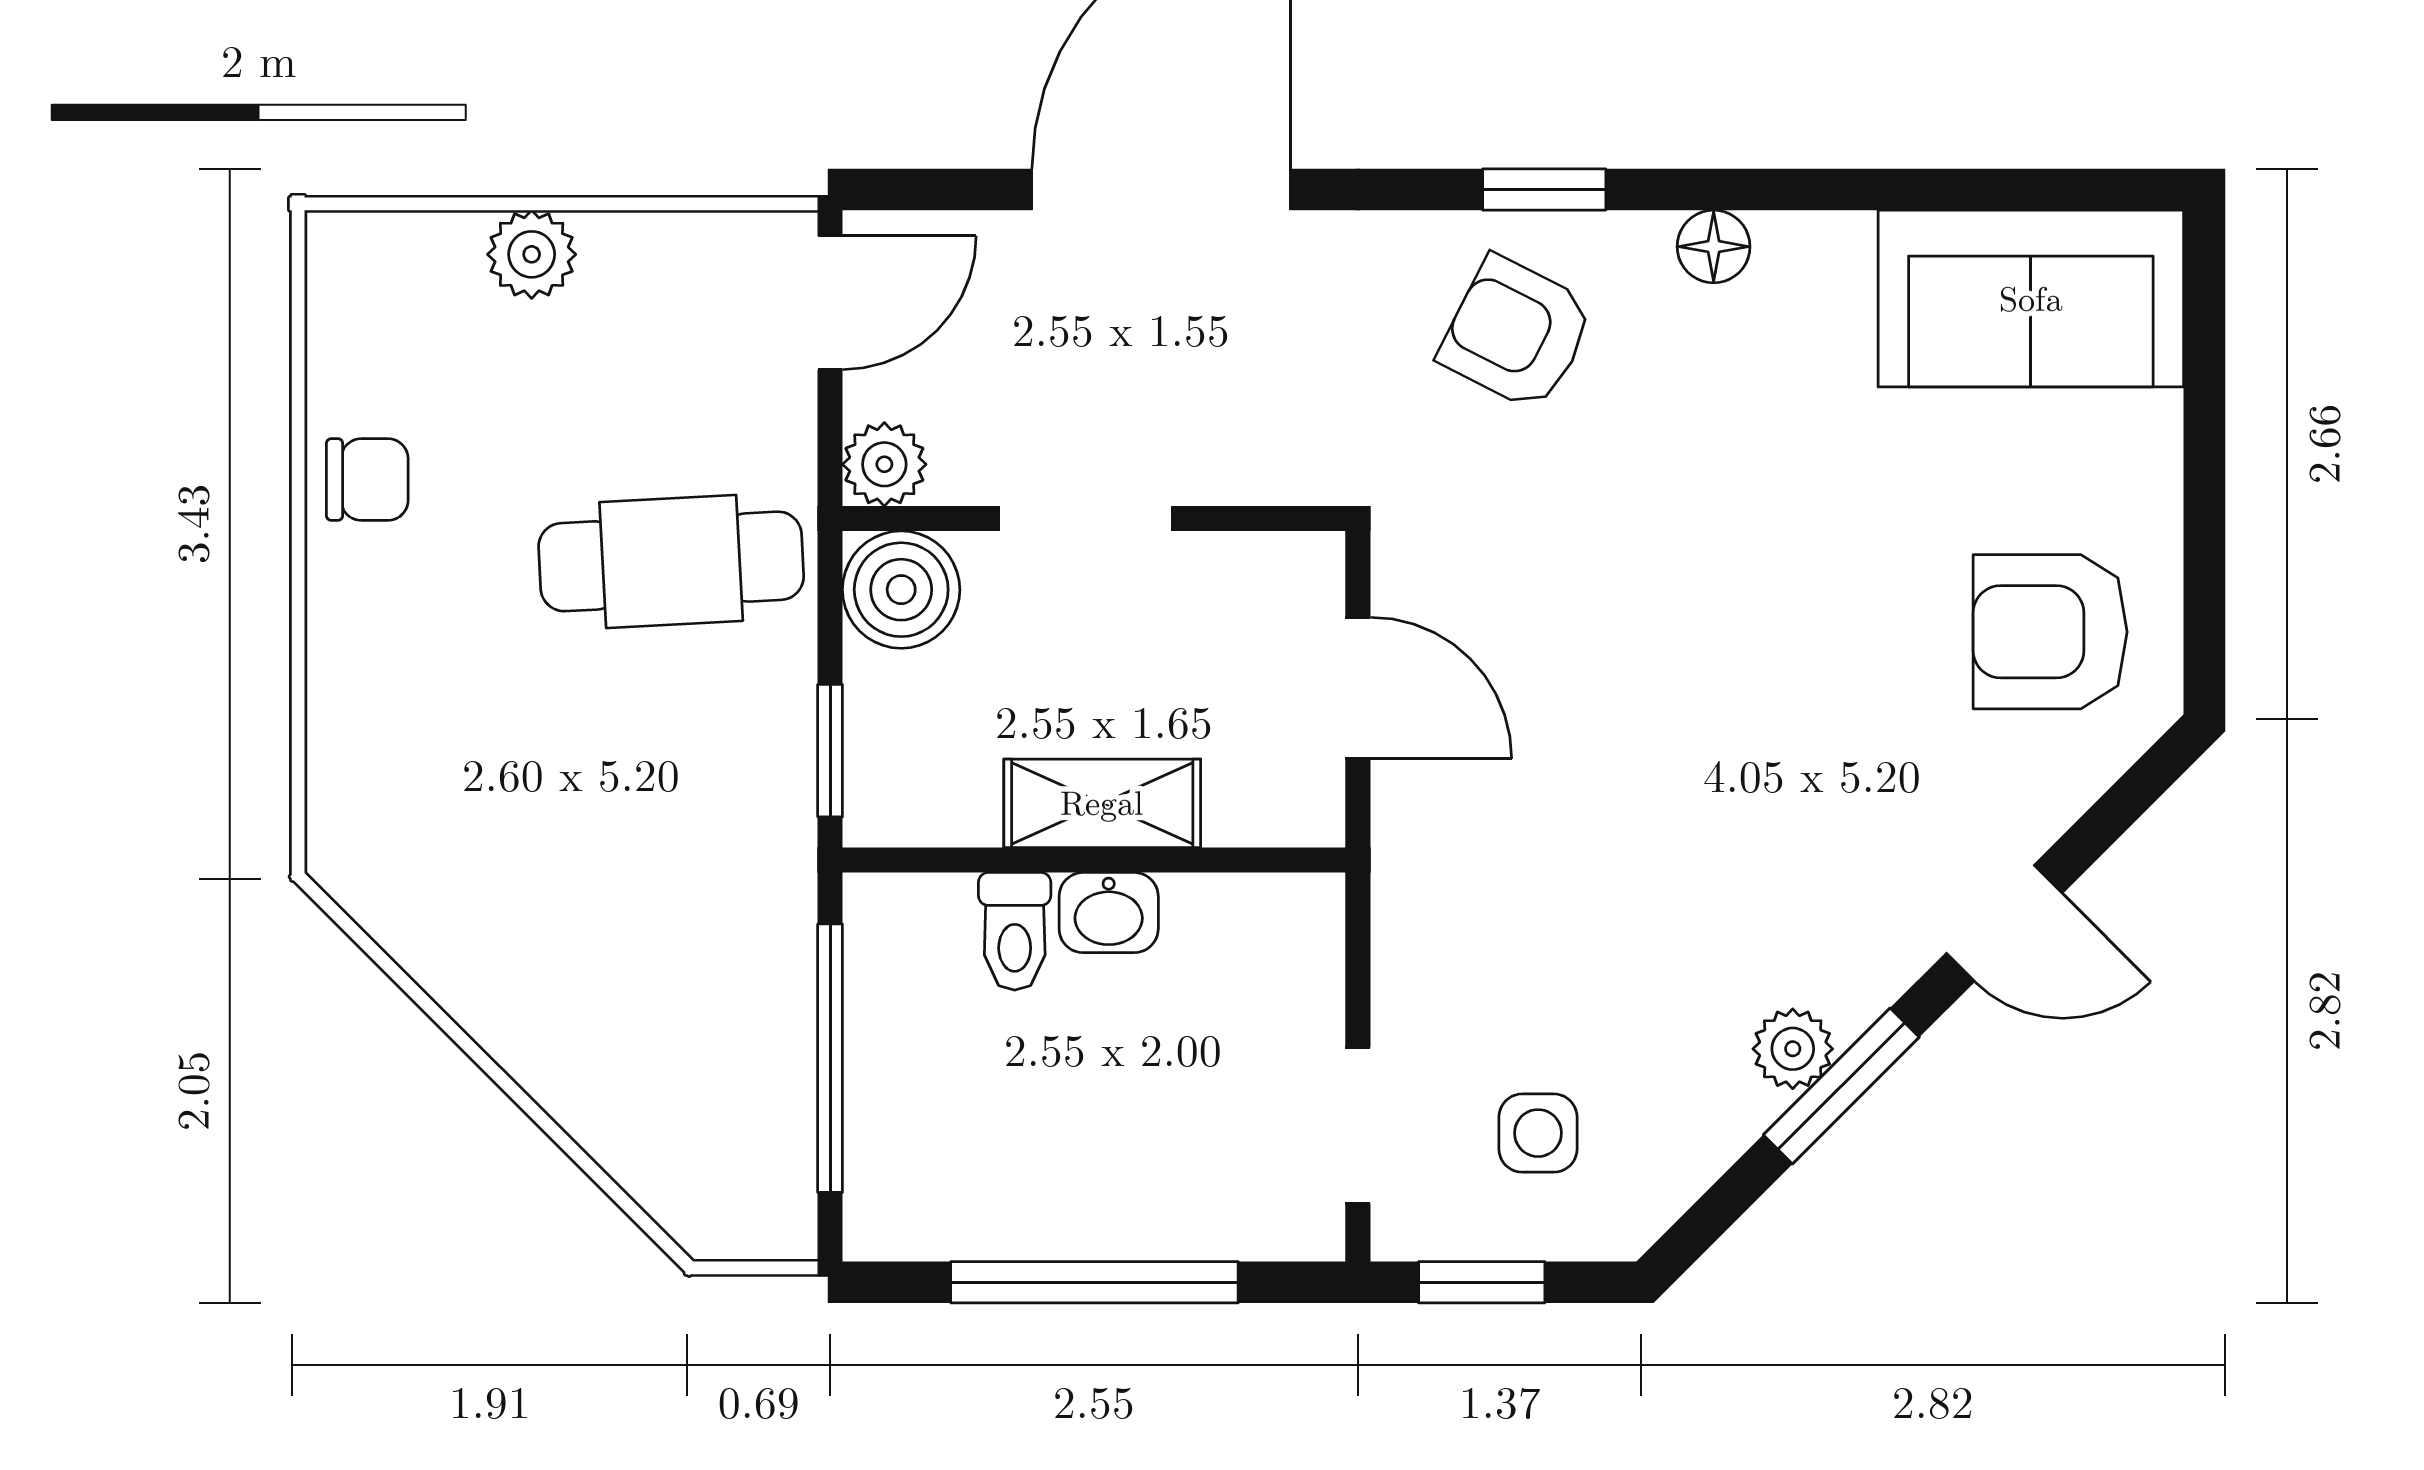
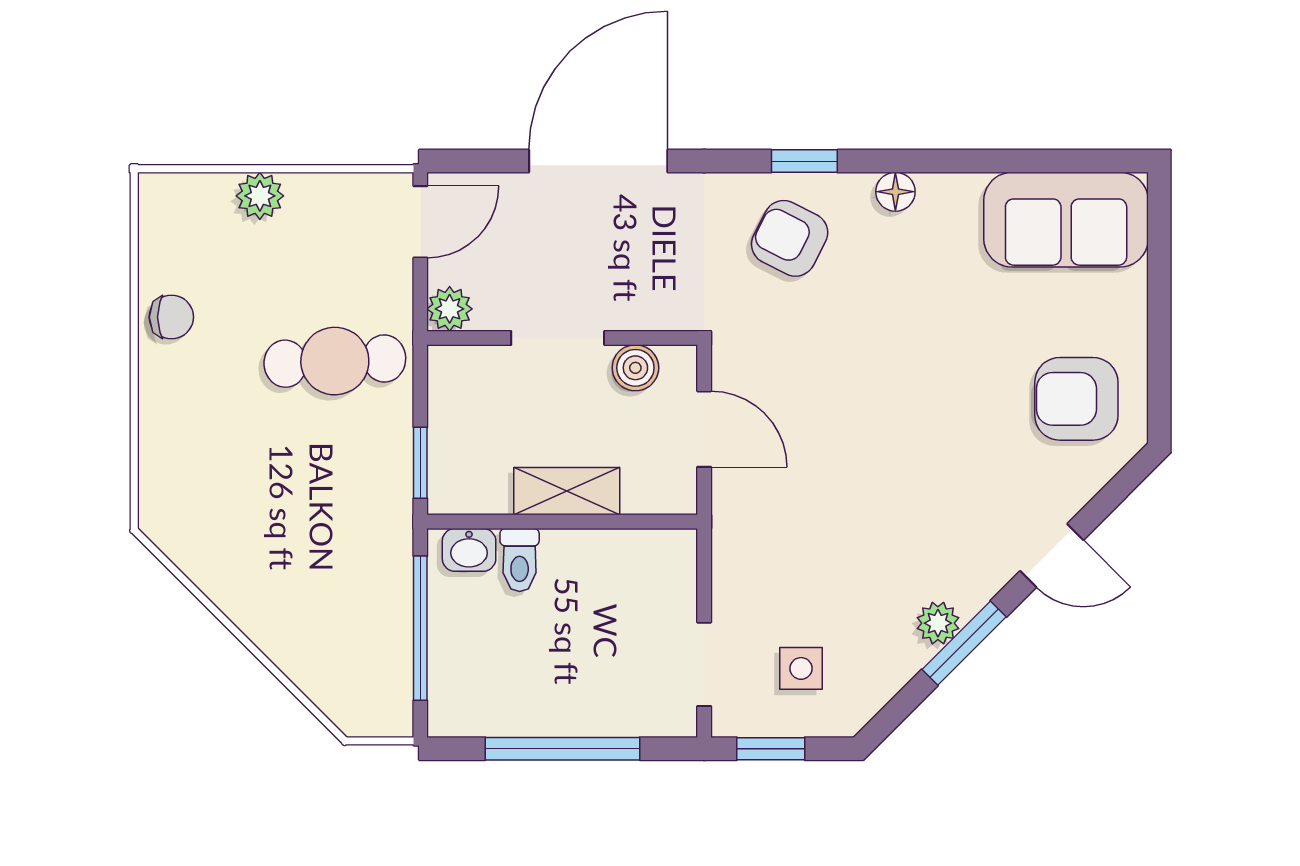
boiler: (901, 590) -> (635, 368), moved, width x0.73, depth x0.73
washbasin: (1109, 913) -> (469, 550), moved

